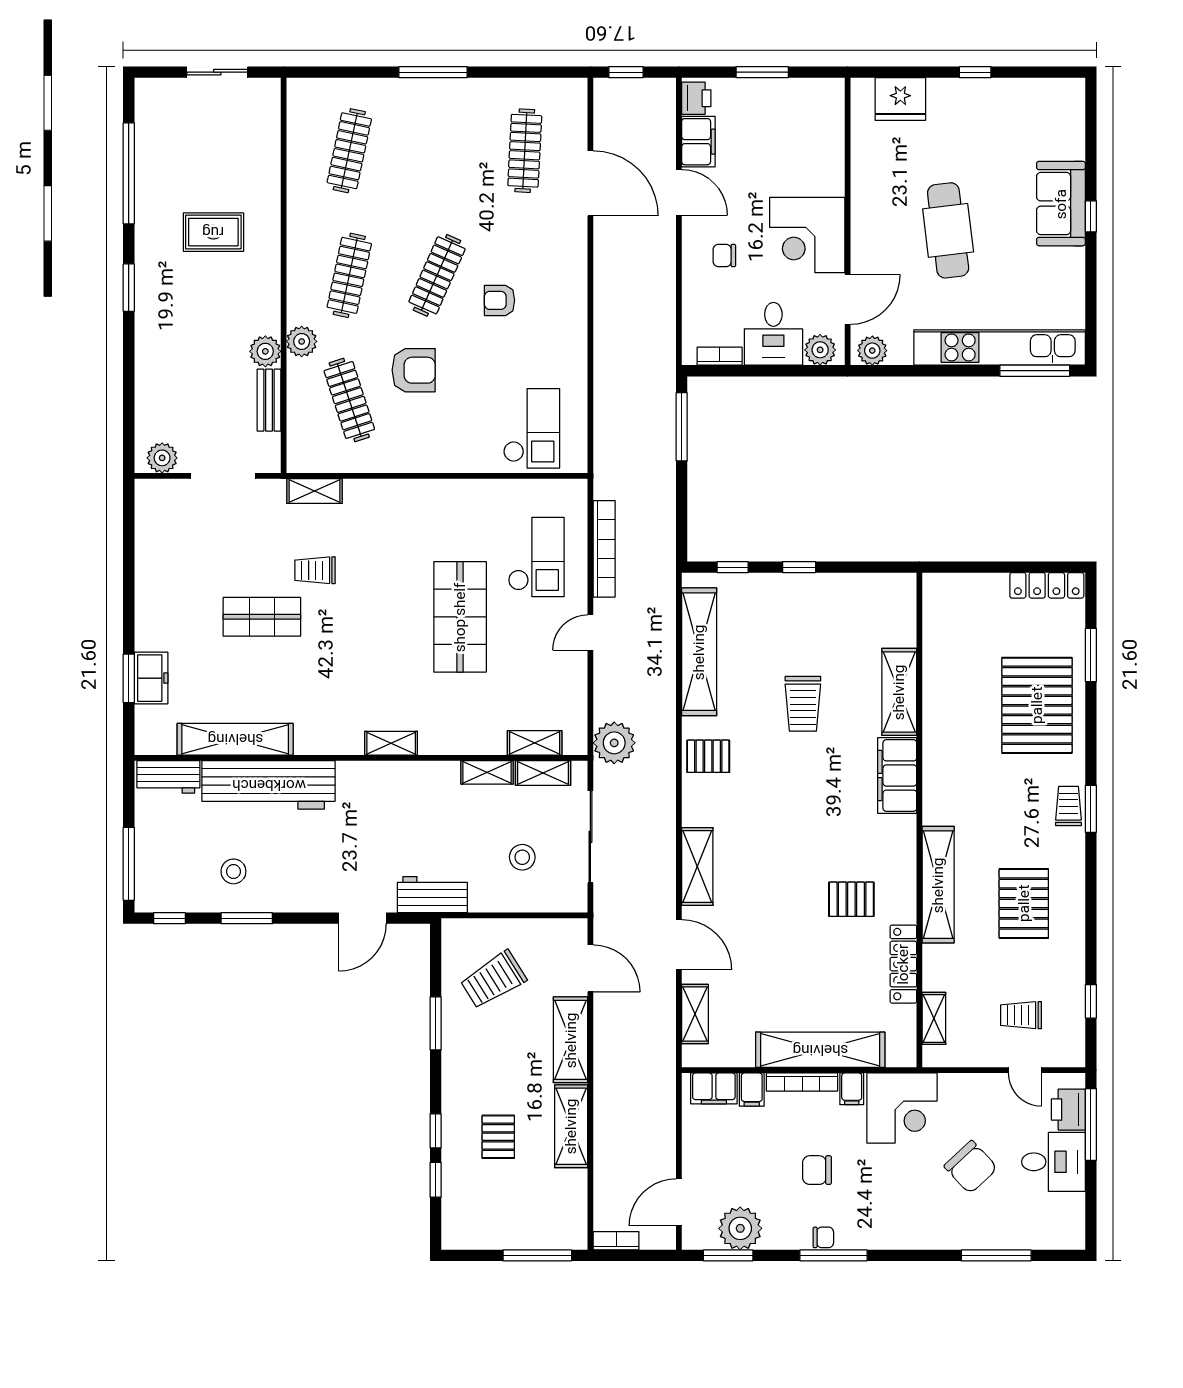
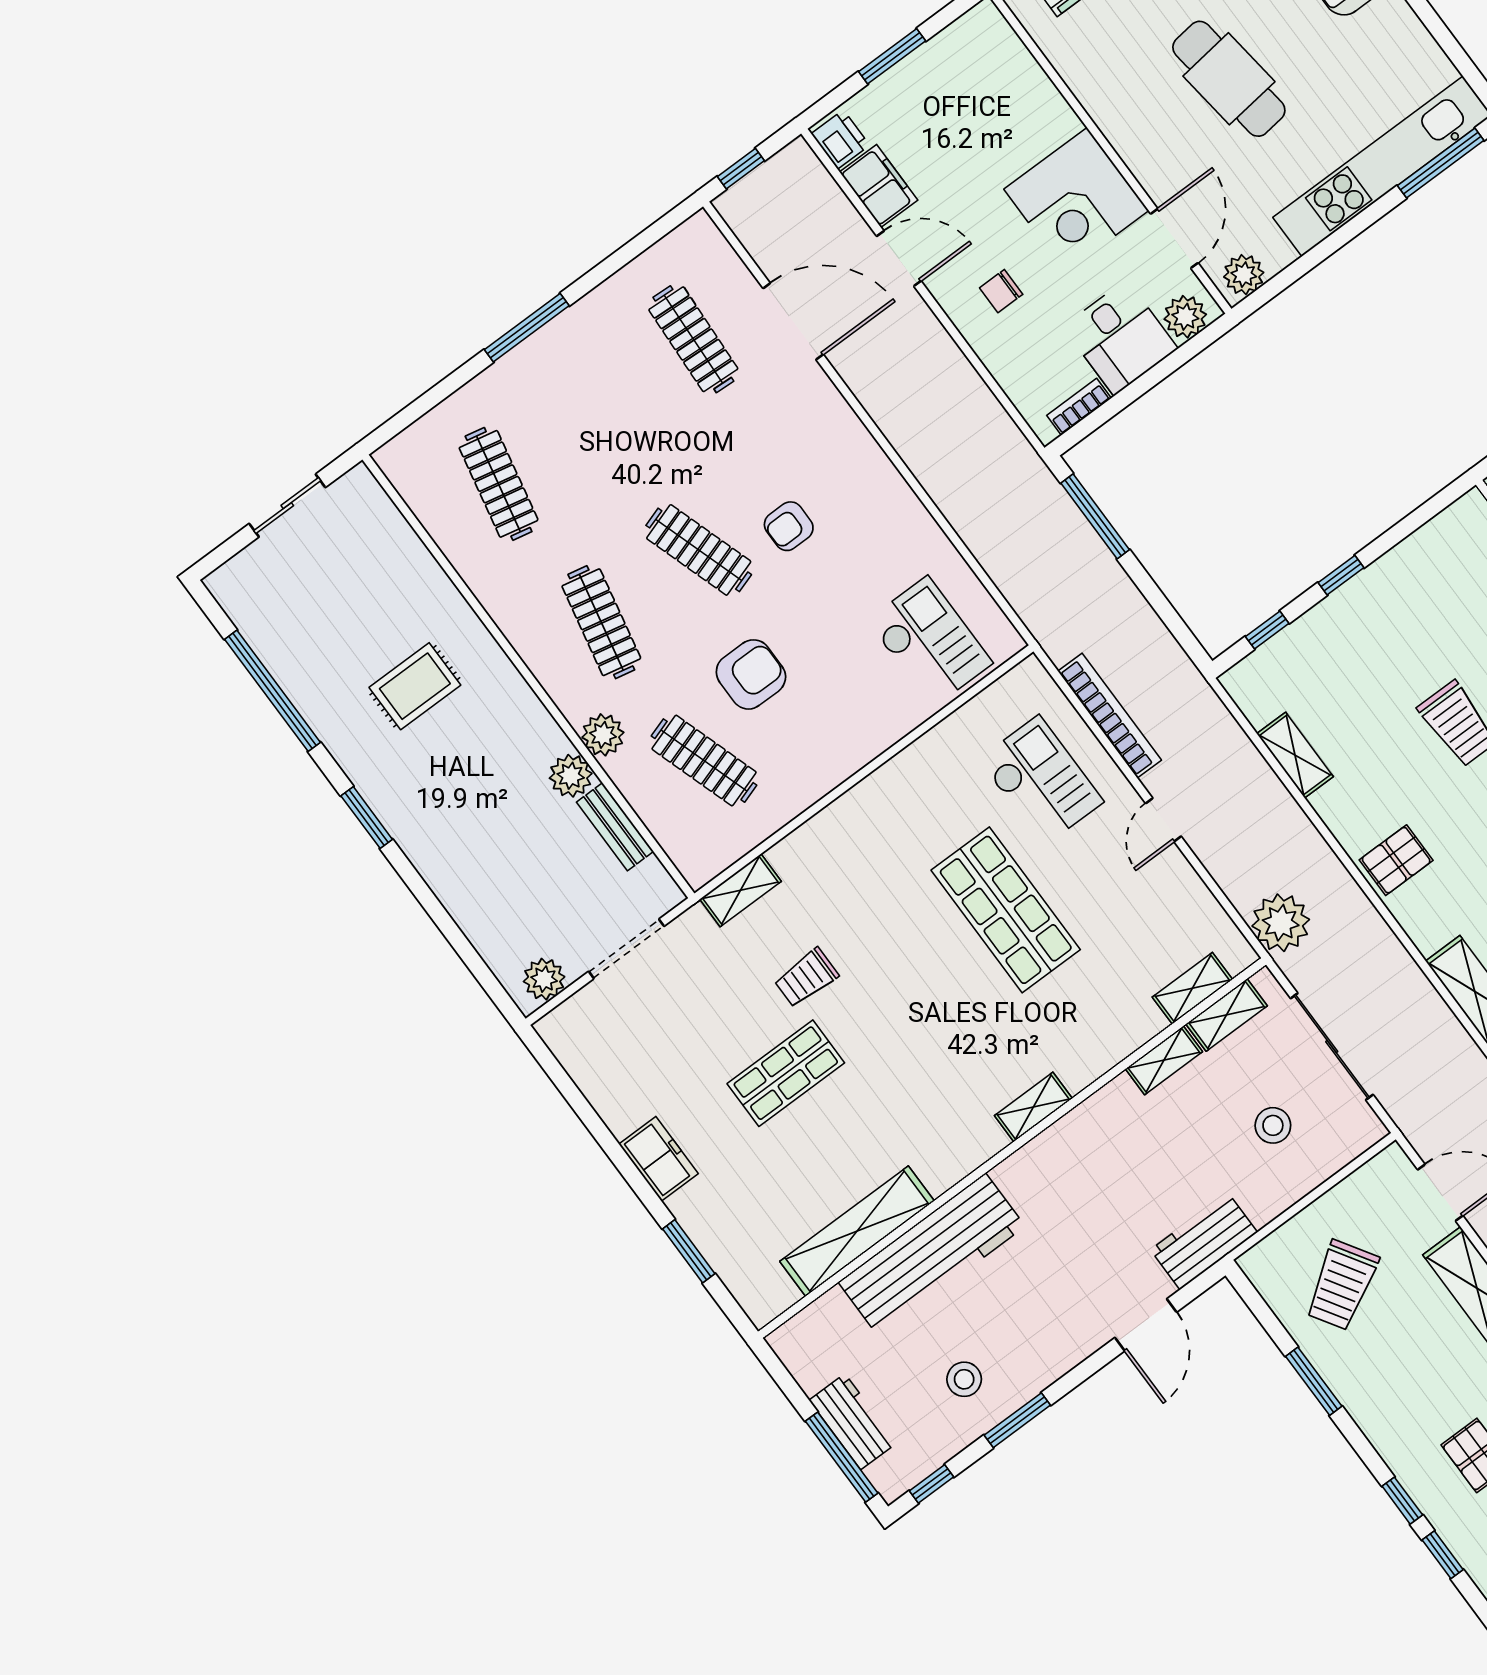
clothes rail: (437, 275) -> (699, 550), turned -42
shelving: (699, 652) -> (1295, 755), width x0.45, depth x0.75
freezer: (151, 678) -> (659, 1159), moved
workbench: (168, 777) -> (853, 1422), moved, turned -90

